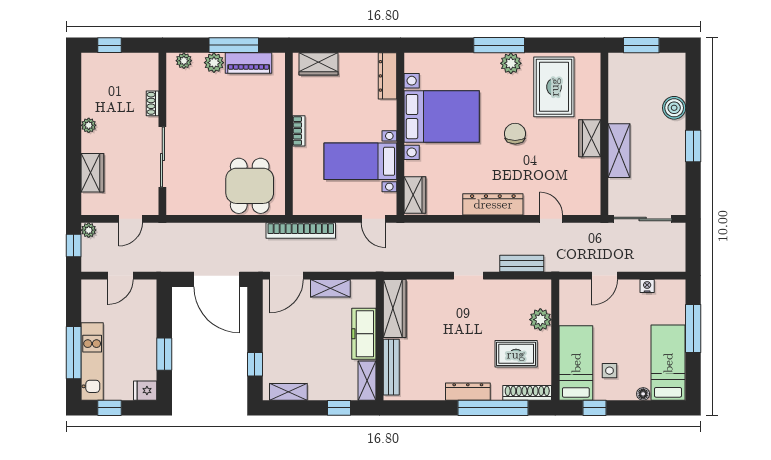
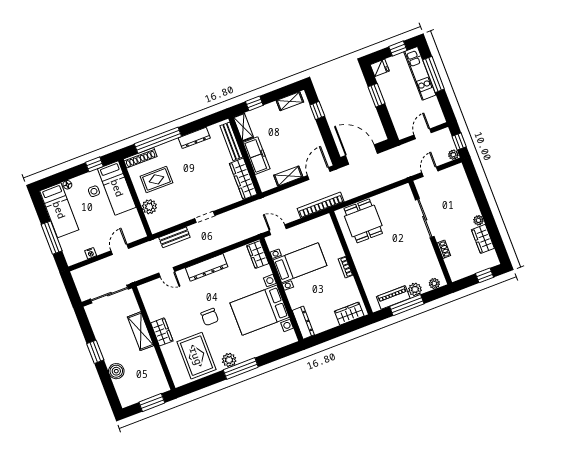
wardrobe: (92, 173) -> (483, 239), moved
dresser: (468, 392) -> (194, 138), moved

